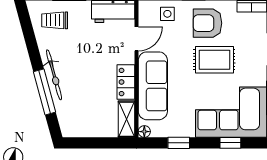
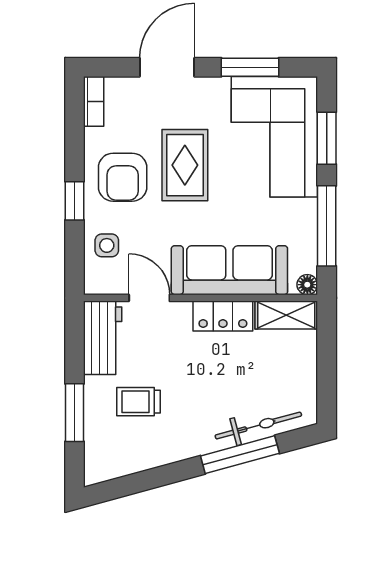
trolley: (55, 20) -> (139, 402), moved, turned 90
bicycle: (54, 75) -> (258, 426), moved
window: (179, 143) -> (327, 226), width x2.17
window: (230, 143) -> (327, 138), width x1.50

